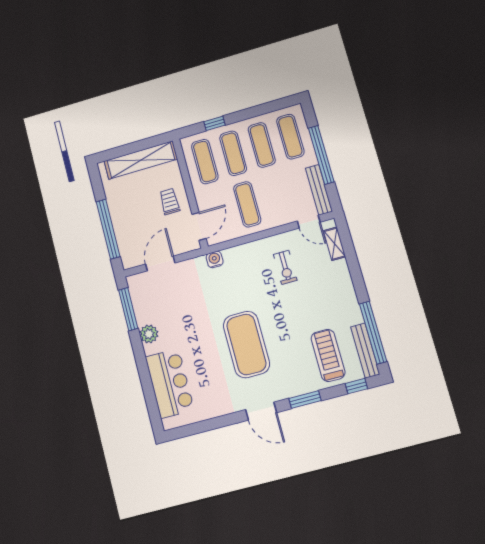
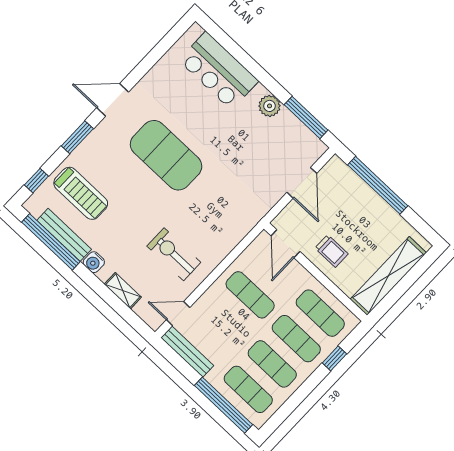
window: (321, 155) -> (224, 405), moved
shelving: (334, 244) -> (123, 291), moved
water cooler: (215, 259) -> (94, 262), moved, turned 90
exercise bike: (285, 267) -> (174, 254), width x1.38, depth x1.39
bench: (365, 351) -> (64, 235), moved

